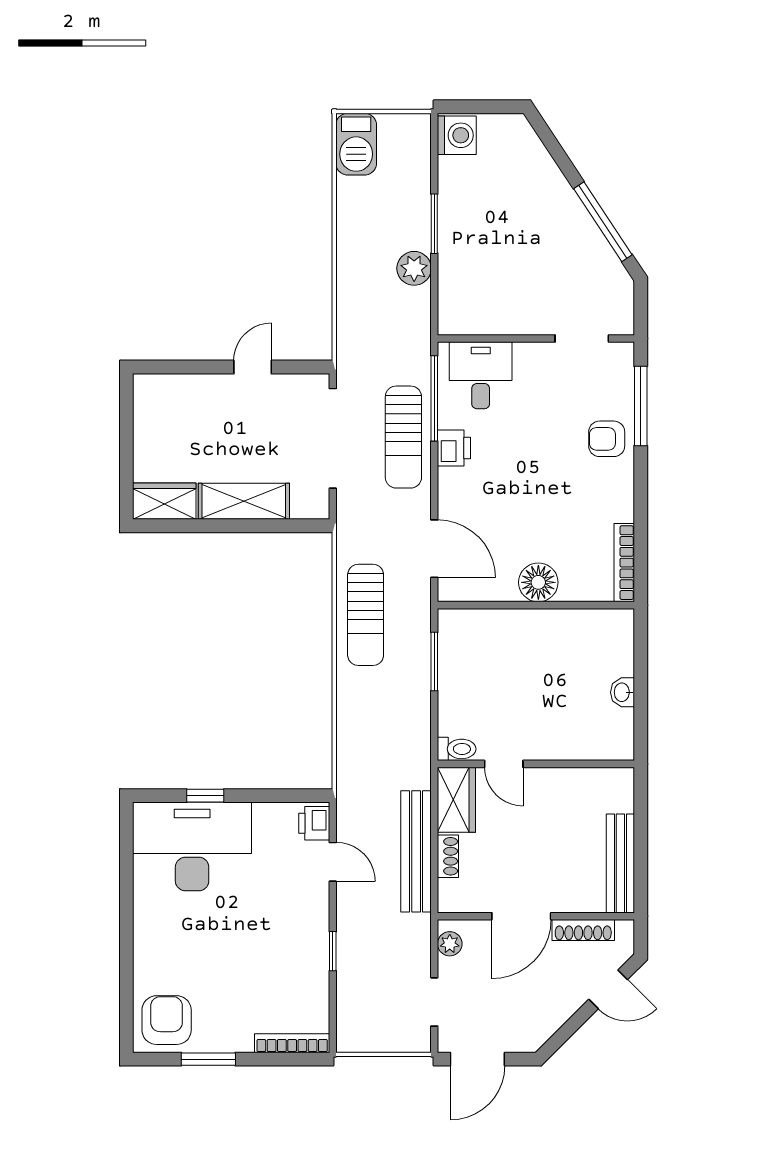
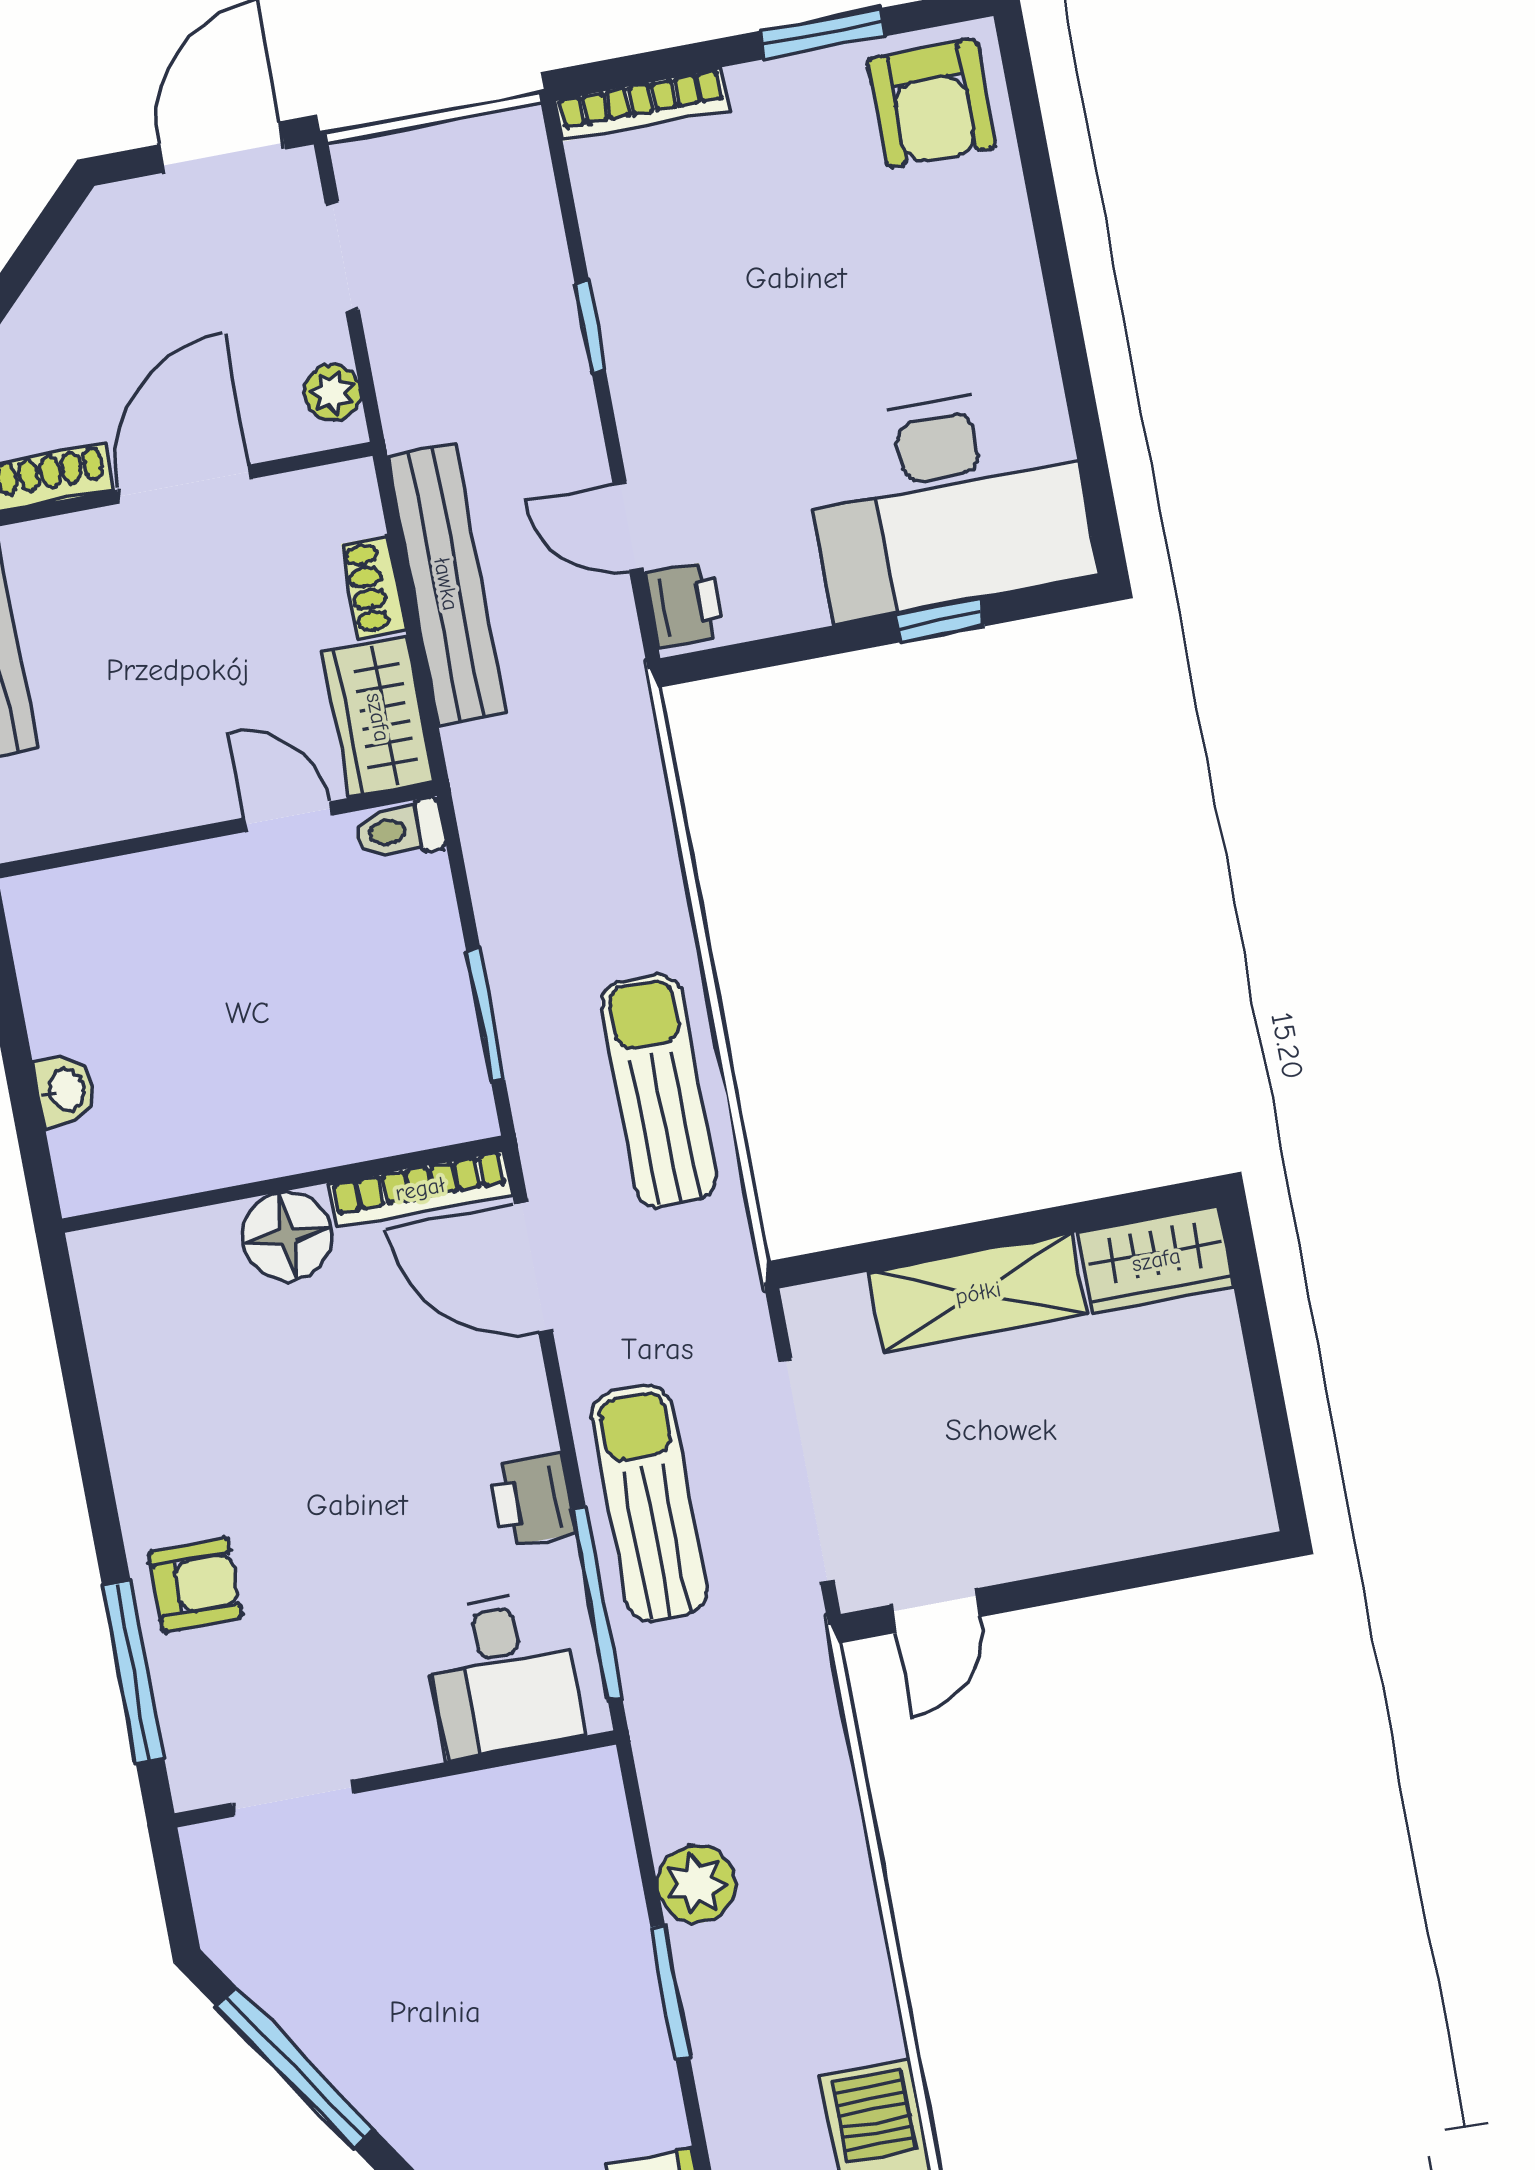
door: (253, 367) -> (935, 1611), moved
bookcase: (624, 563) -> (420, 1189), moved, turned 90
washbasin: (622, 692) -> (65, 1090), moved

